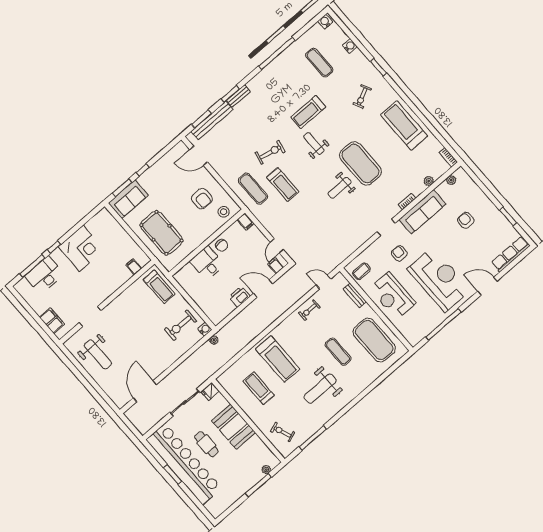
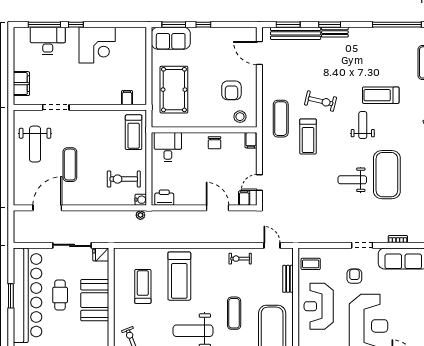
desk: (207, 263) -> (168, 147), moved
printer: (239, 297) -> (164, 198), moved
exercise mat: (134, 348) -> (70, 165), added

